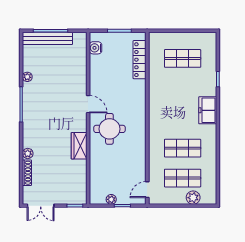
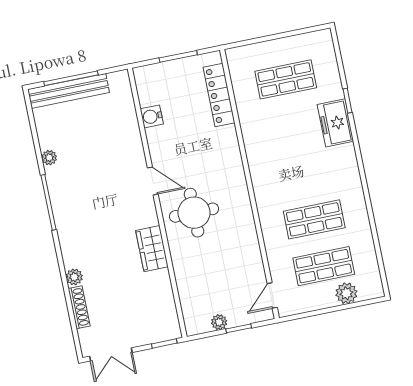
water cooler: (96, 48) -> (152, 116), moved
freezer: (208, 110) -> (335, 123), moved

